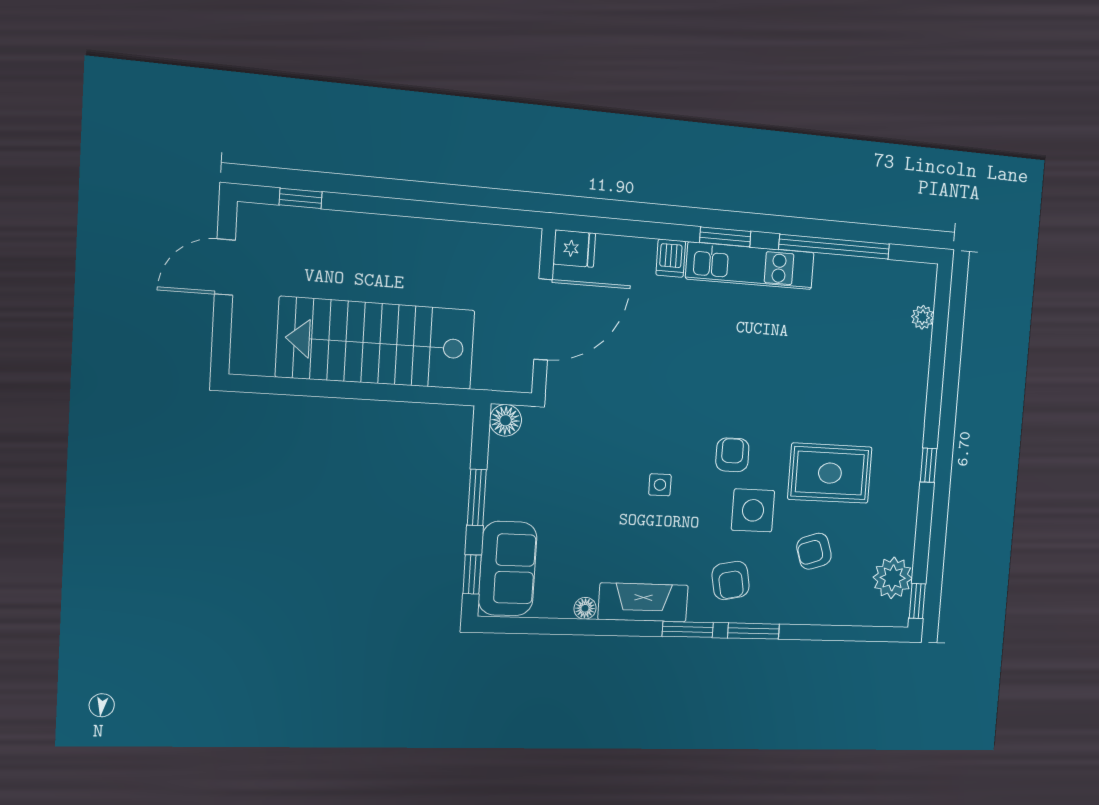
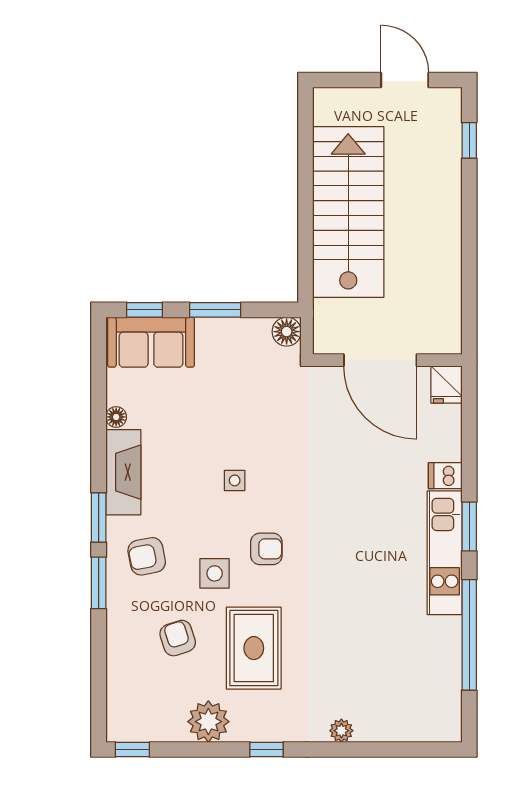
plant: (923, 317) -> (341, 731), moved
side table: (753, 510) -> (215, 573), width x0.73, depth x0.73
plant: (893, 578) -> (208, 722), moved

